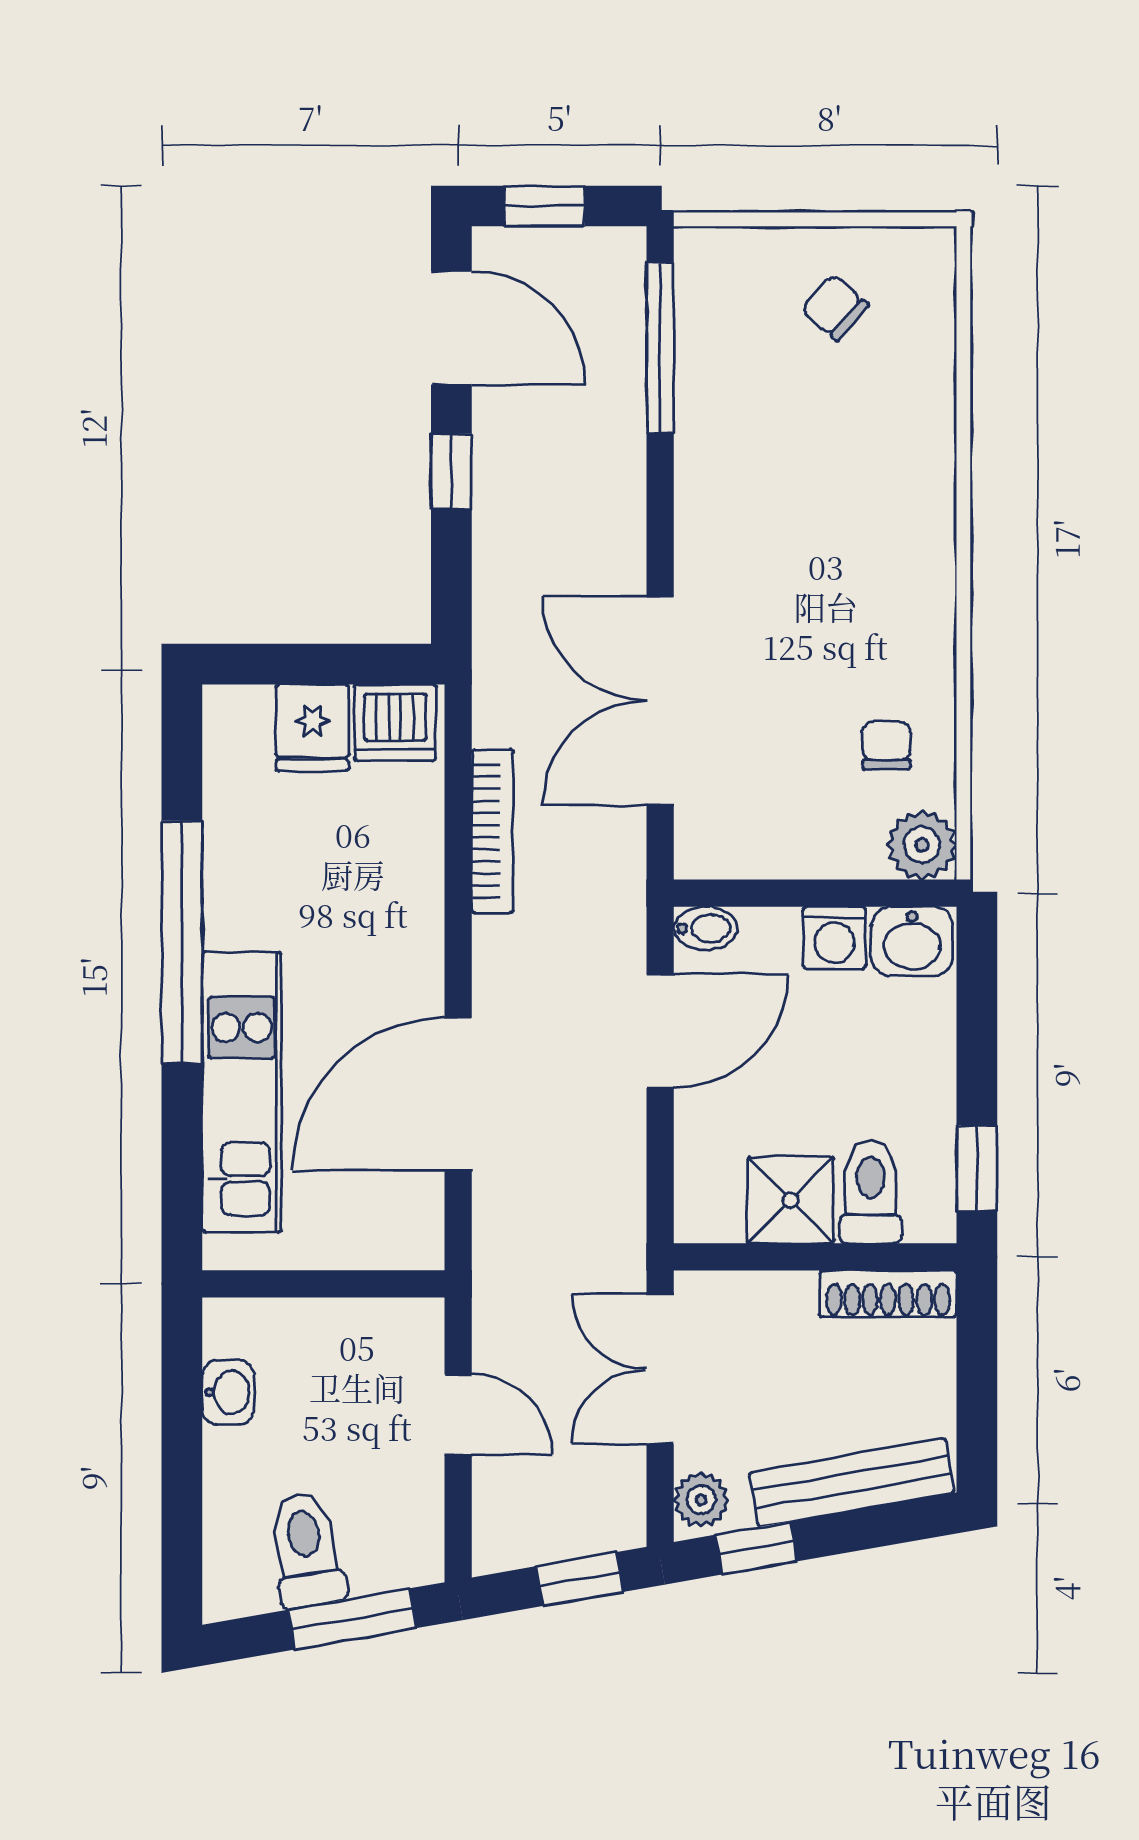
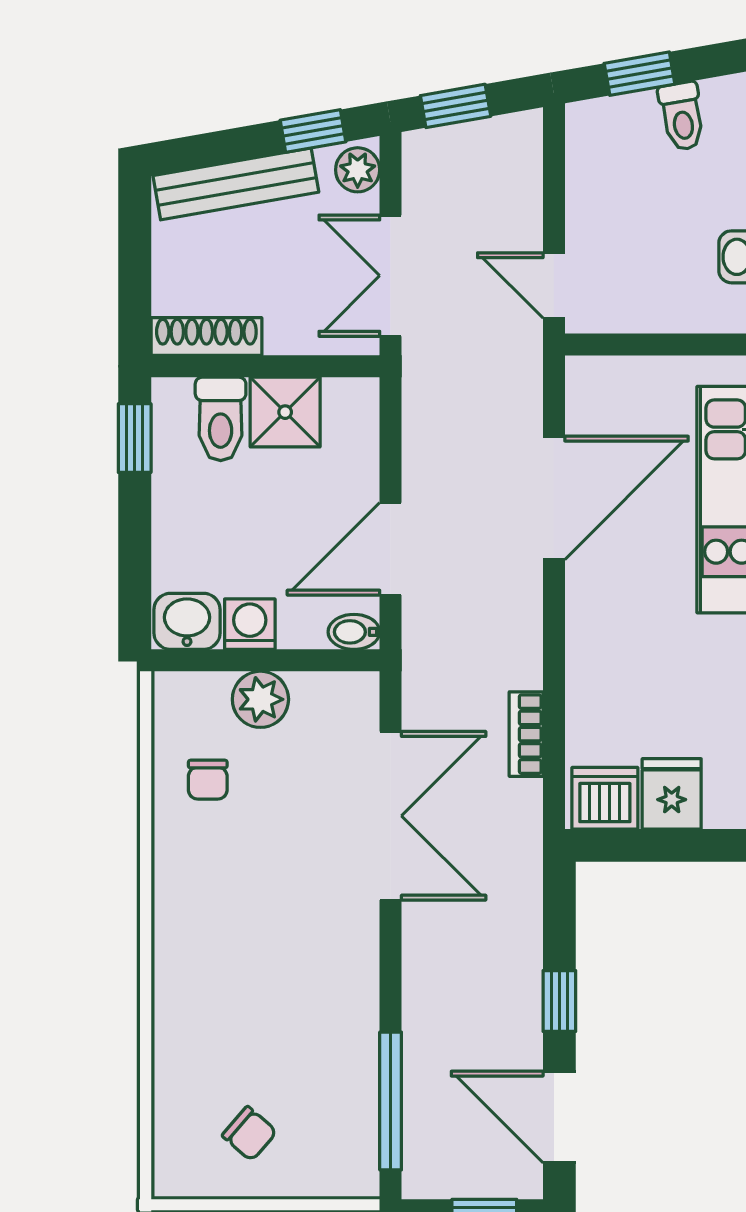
bookcase: (493, 831) -> (526, 734), width x0.64
plant: (922, 845) -> (260, 699), moved
double door: (660, 1369) -> (391, 276), swing flipped
door: (458, 1415) -> (554, 285), moved
toilet: (306, 1549) -> (682, 116), width x0.73, depth x0.72
window: (352, 1619) -> (640, 74), width x0.67

